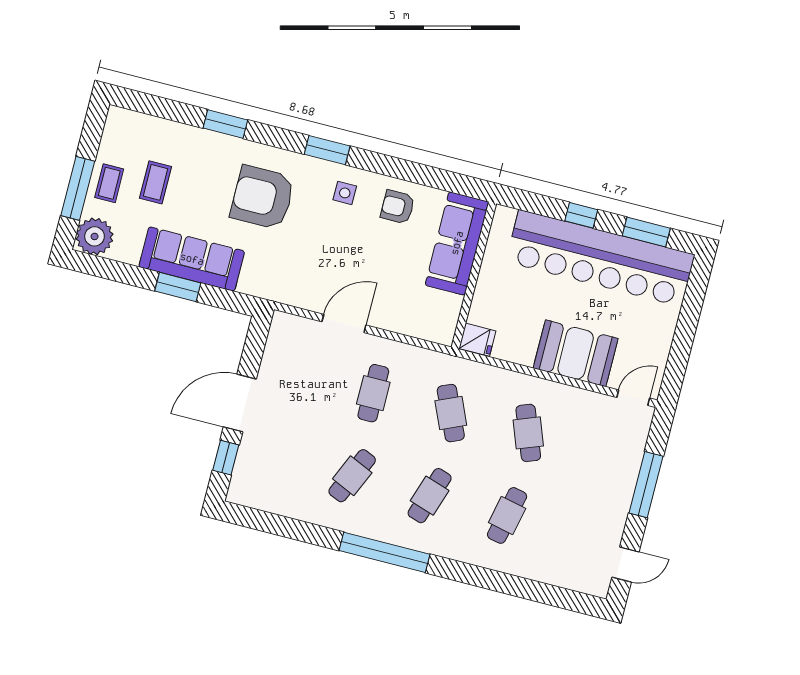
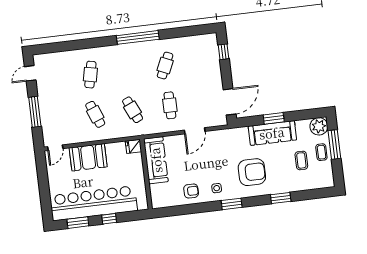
sofa: (457, 243) -> (156, 160), moved
door: (240, 403) -> (230, 102), moved
cafe table: (430, 496) -> (128, 70), removed

